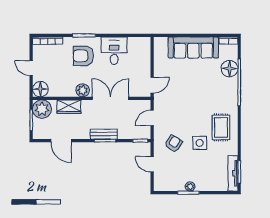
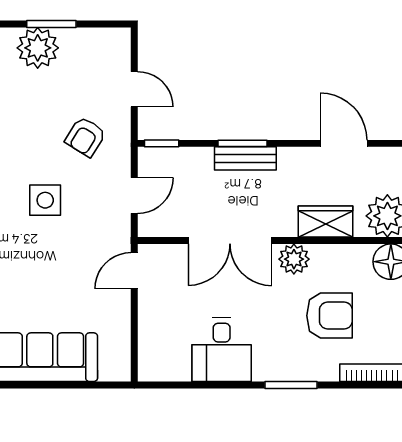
armchair: (83, 56) -> (330, 316), moved
side table: (200, 143) -> (45, 200), moved
plant: (190, 186) -> (38, 48), width x1.88, depth x1.88

